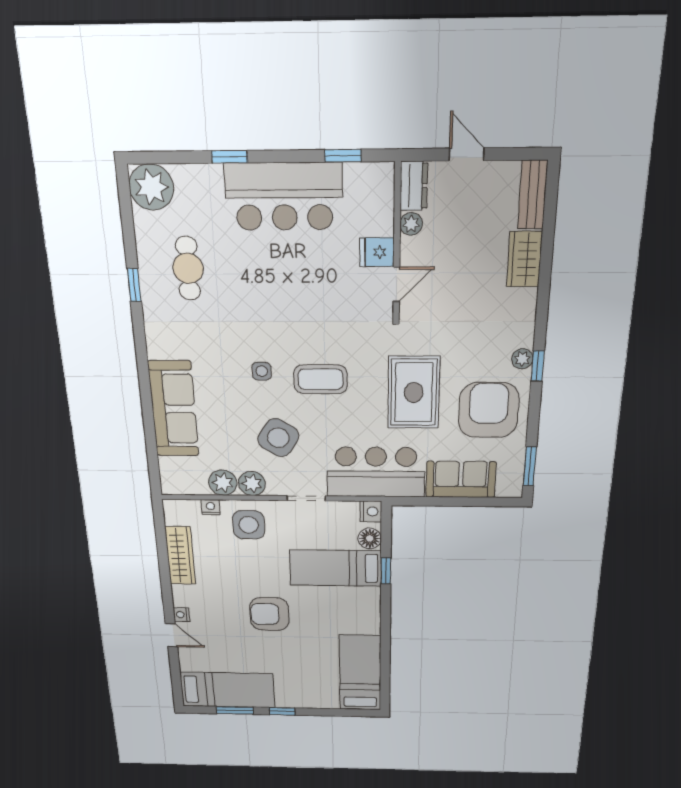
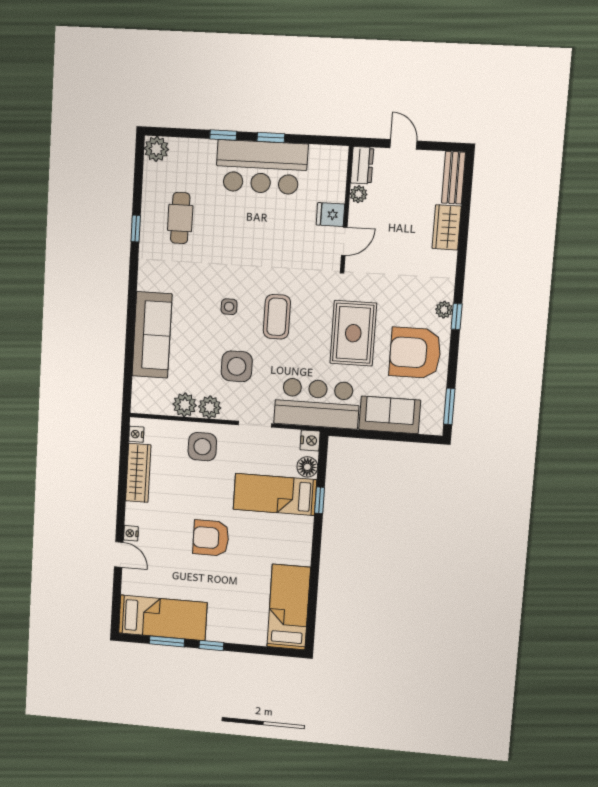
window: (343, 156) -> (271, 138), moved
plant: (151, 187) -> (156, 149), width x0.73, depth x0.73
coffee table: (321, 379) -> (277, 317), turned 90
armchair: (489, 410) -> (415, 353), turned -90
side table: (278, 438) -> (237, 366), turned -33
nightstand: (211, 507) -> (136, 434), moved, turned -90

